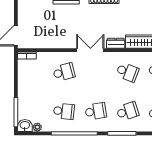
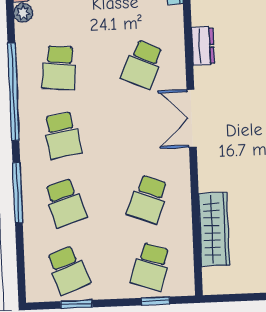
dresser: (116, 43) -> (203, 46), moved
double door: (90, 50) -> (192, 118), swing flipped
school desk: (64, 72) -> (142, 64), turned 39

